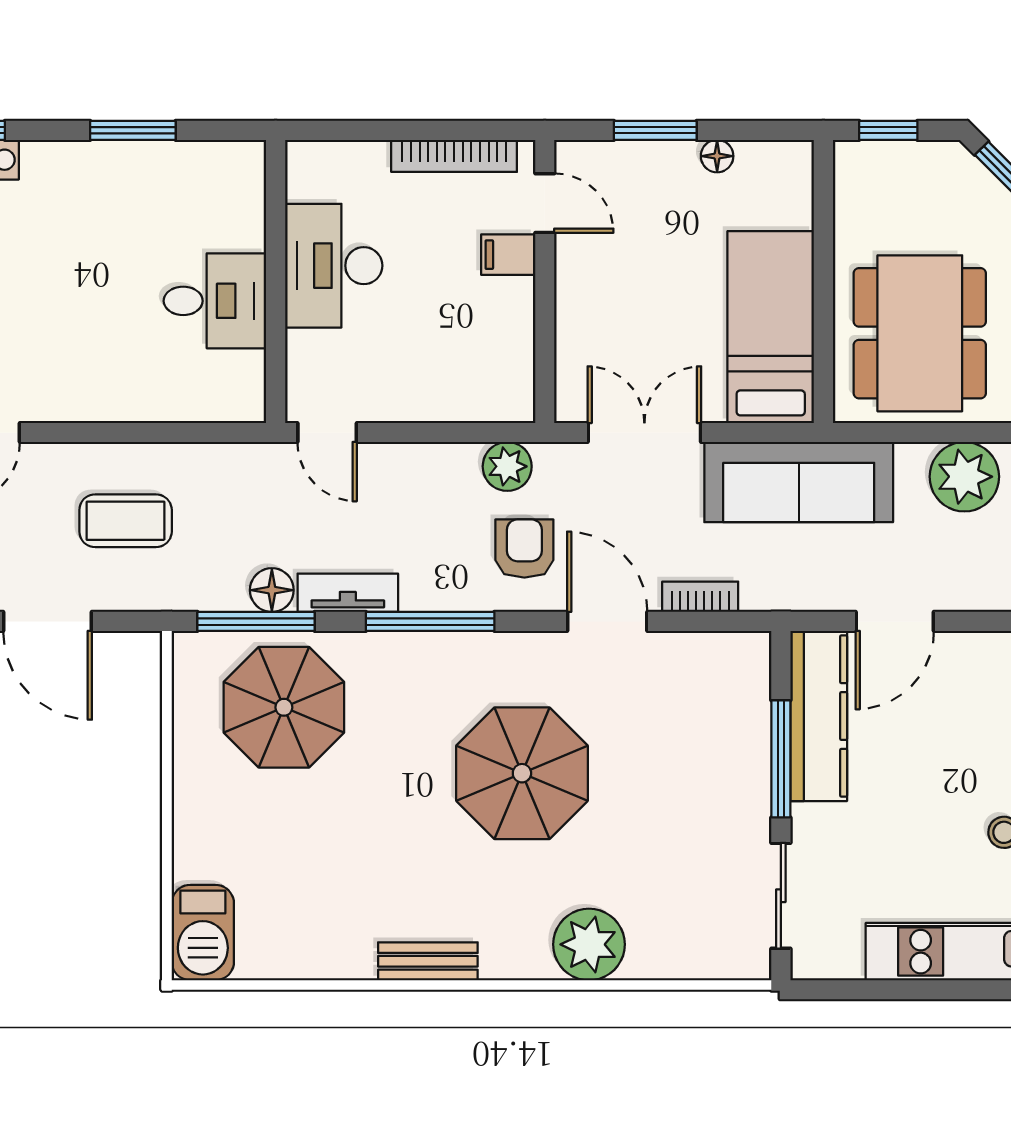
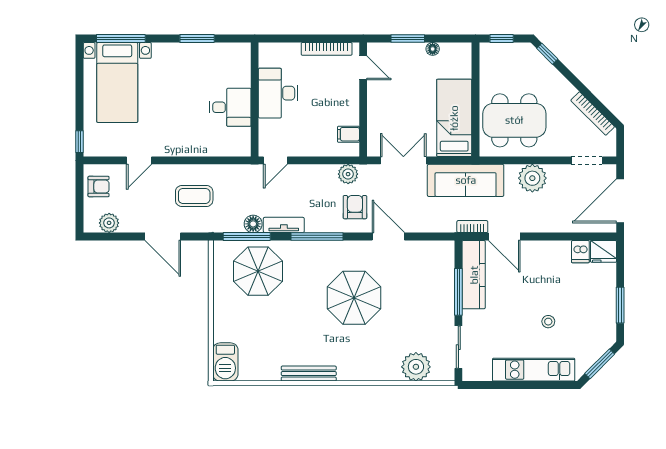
filing cabinet: (508, 255) -> (348, 134), moved
dining table: (920, 333) -> (514, 120), turned 90
door: (327, 433) -> (275, 160), hinge flipped
bookcase: (700, 597) -> (472, 227), moved
door: (895, 621) -> (504, 237), hinge flipped
plant: (589, 944) -> (416, 367), moved
bench: (428, 961) -> (309, 374), width x1.36

